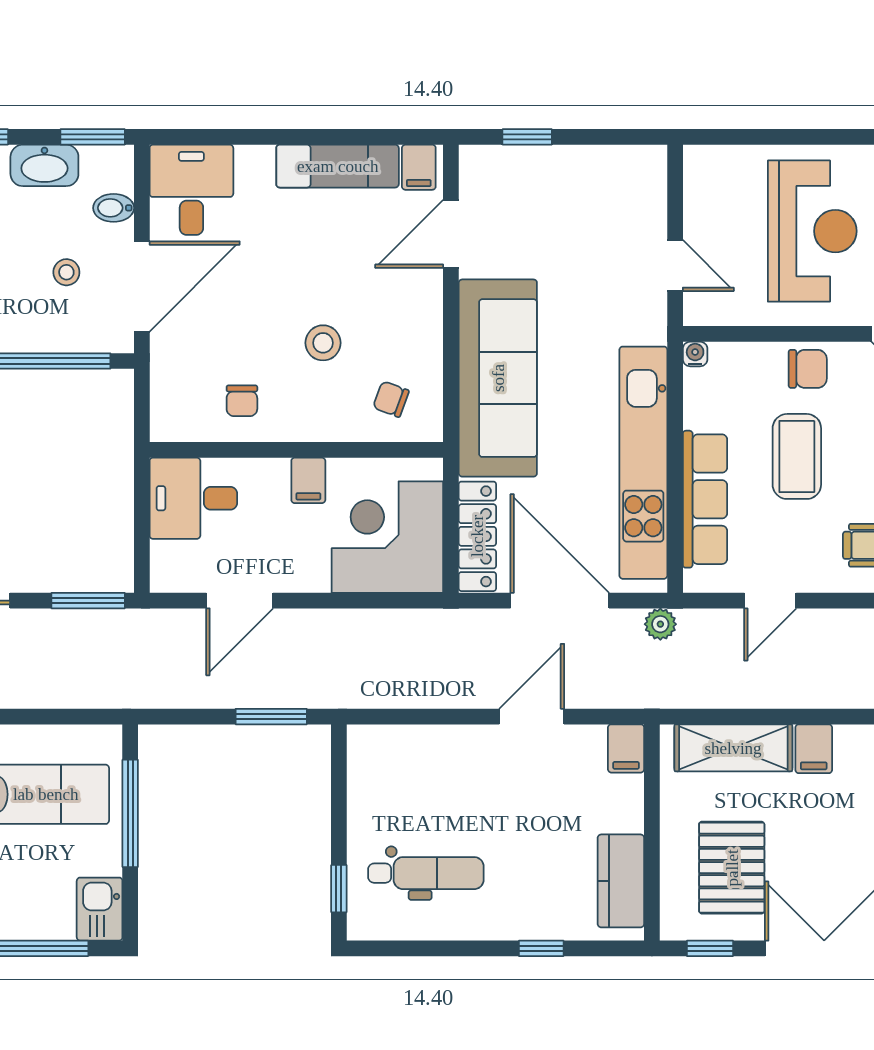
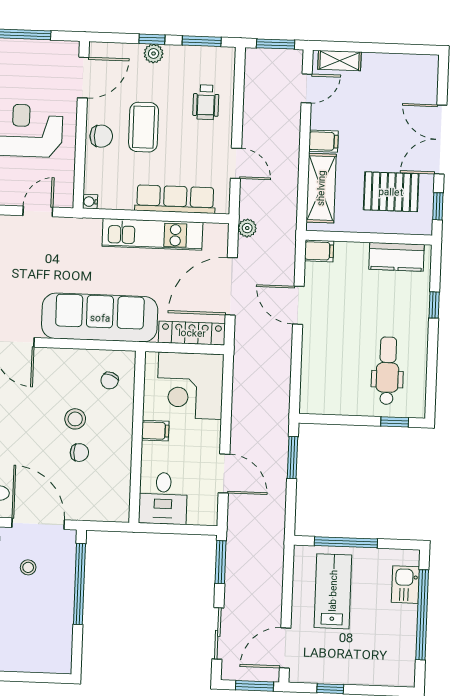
chair: (808, 369) -> (101, 136), turned 90
chair: (242, 401) -> (79, 453), moved
coffee table: (797, 456) -> (144, 127), moved, turned 90
kitchen unit: (643, 463) -> (152, 234), width x0.73
kitchen sink: (100, 909) -> (405, 585), moved, turned 90

